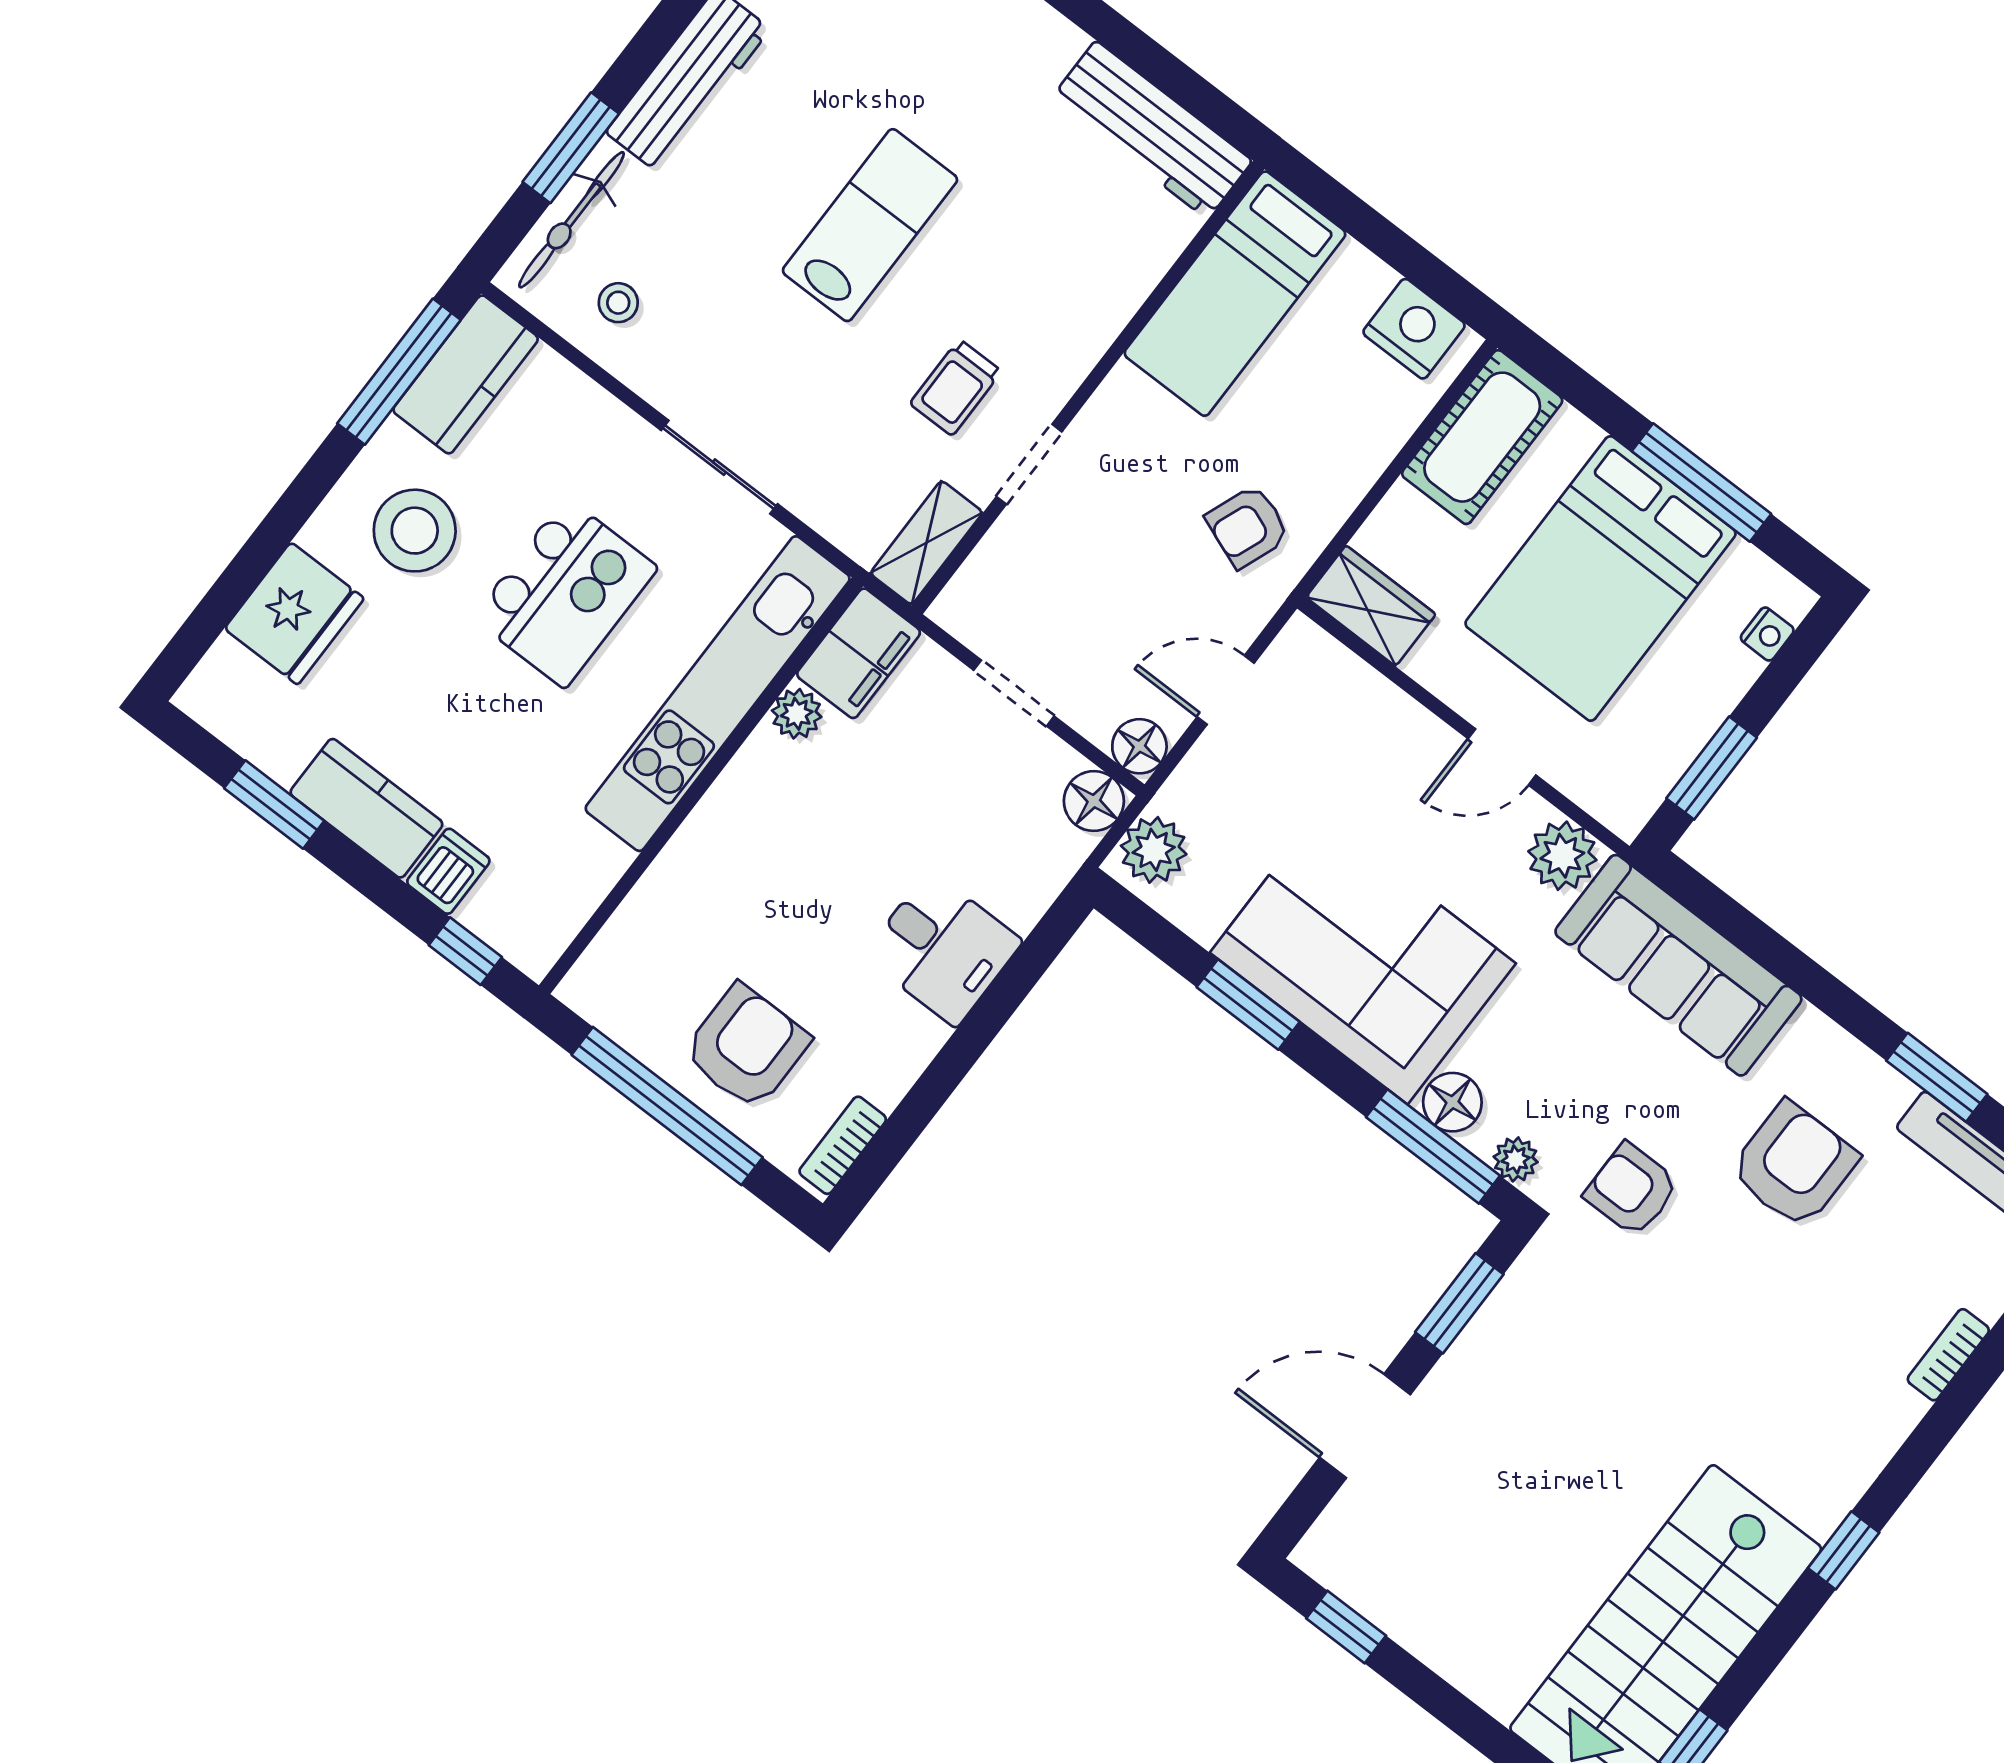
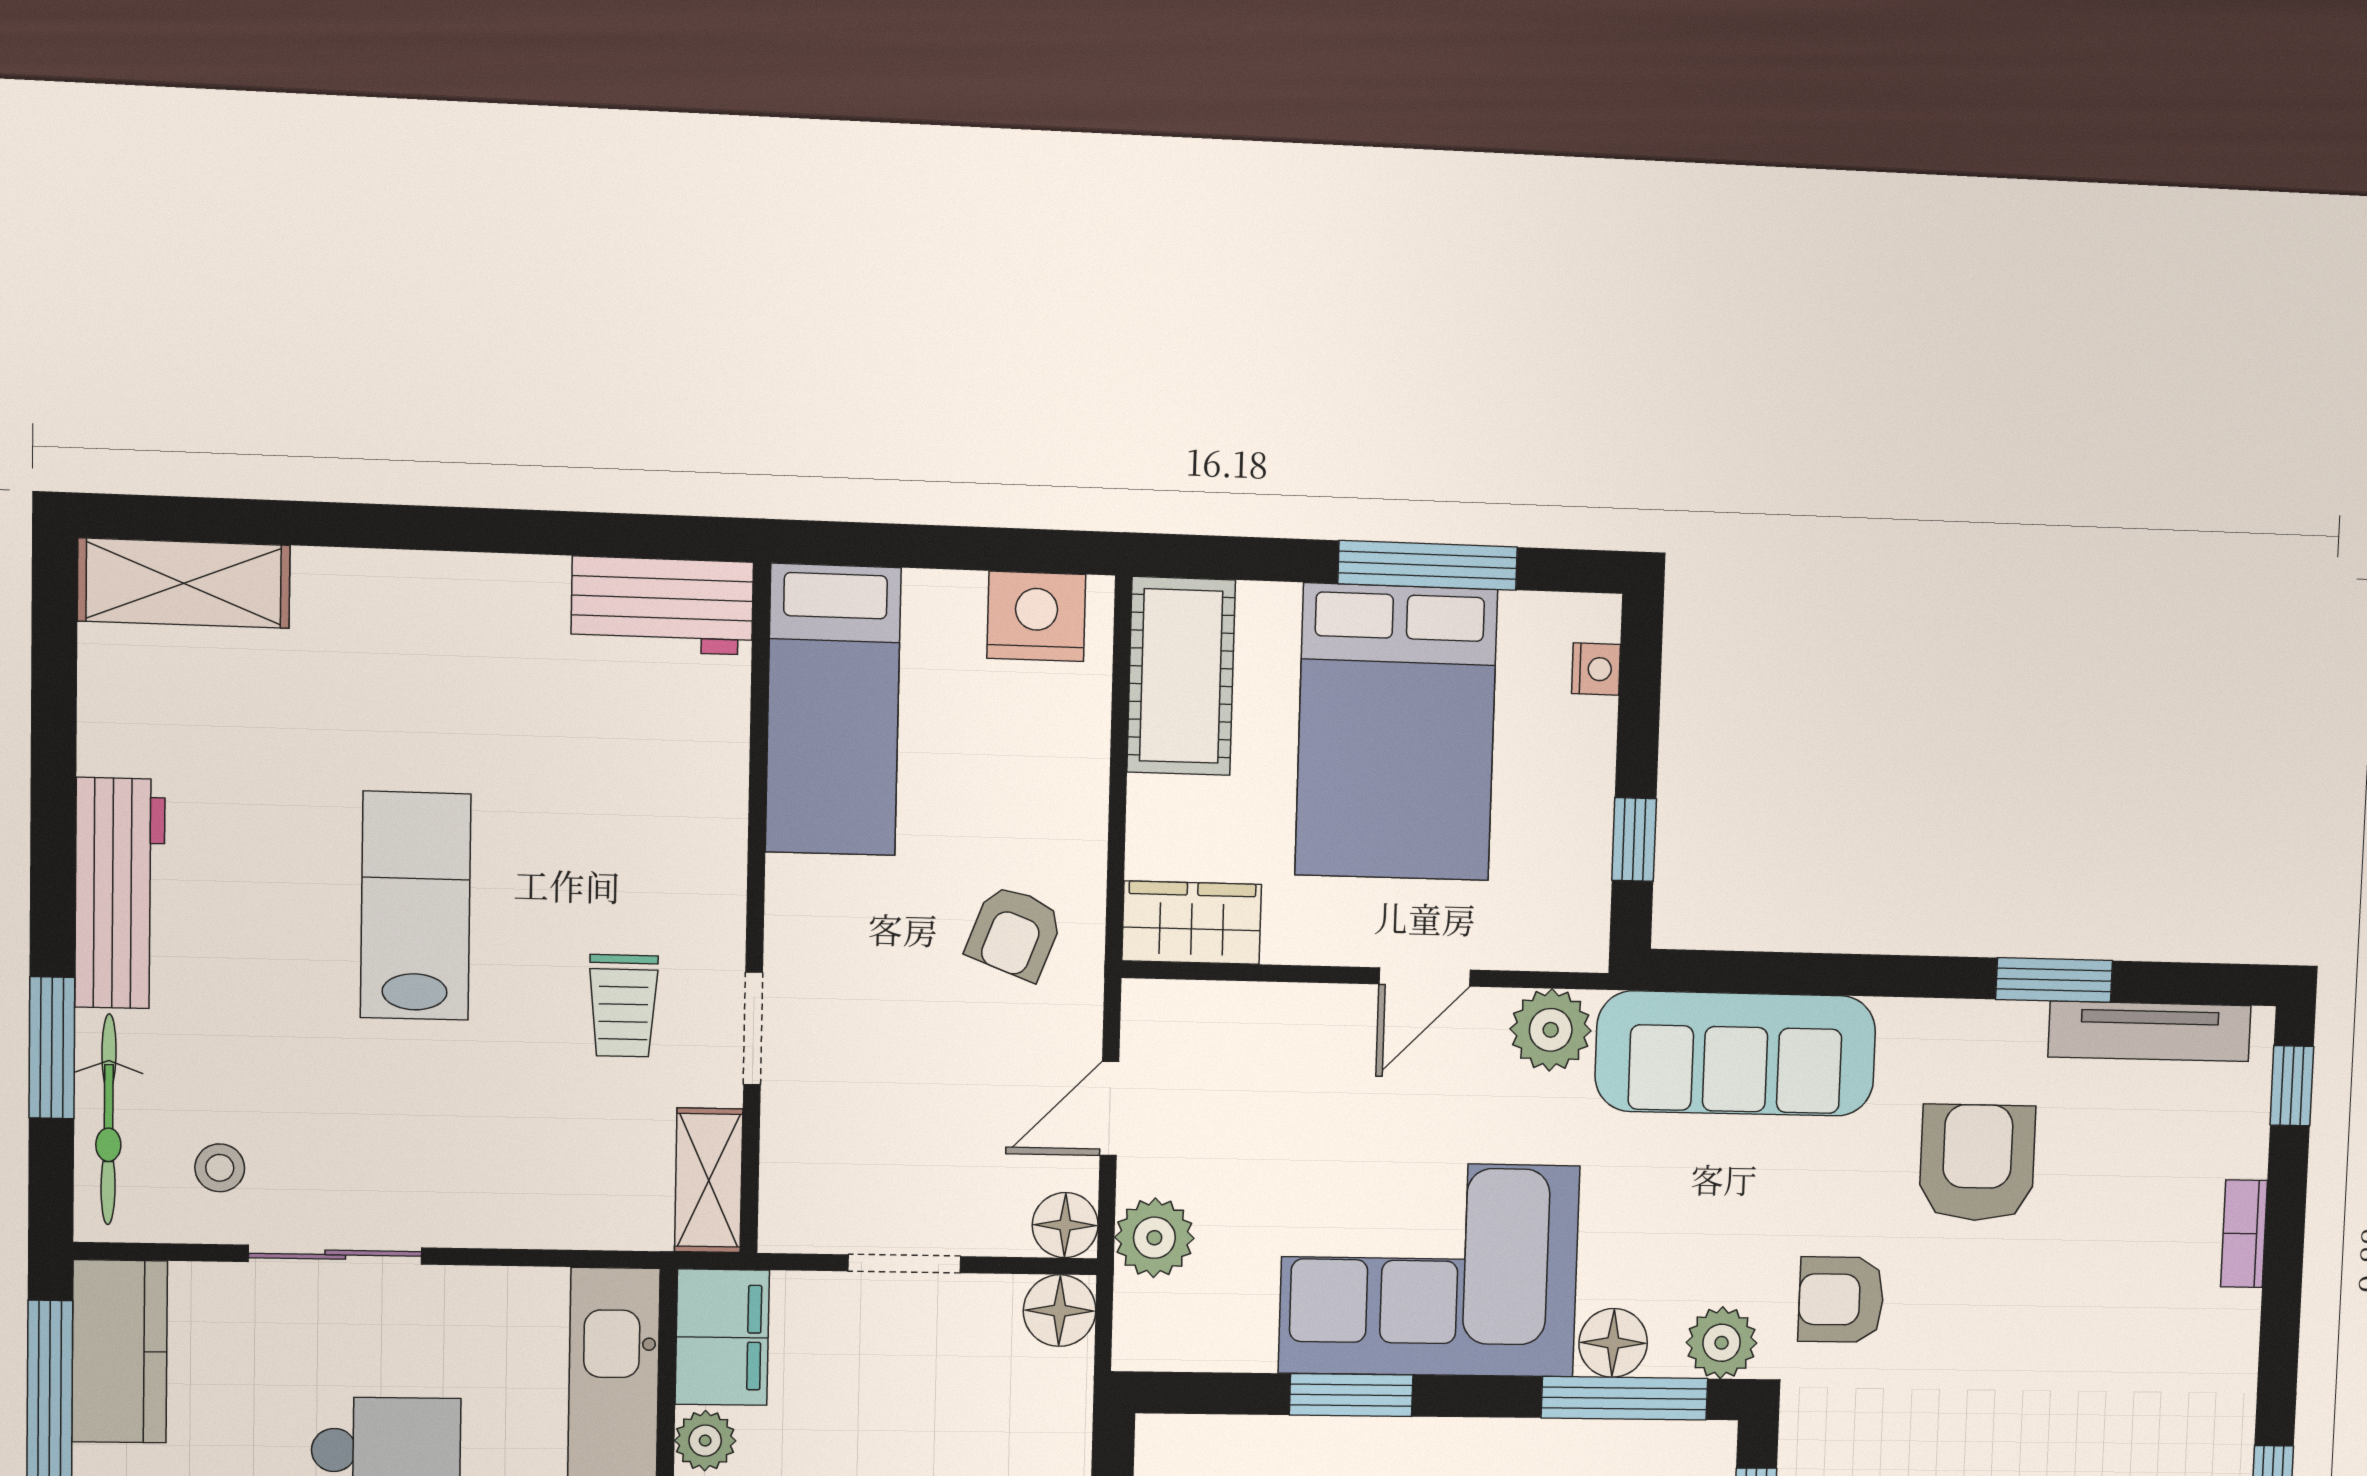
workbench: (1152, 130) -> (662, 606), width x0.73
sliding door: (719, 467) -> (335, 1255), moved
window: (1712, 768) -> (1634, 839), width x0.67
plant: (1154, 850) -> (1154, 1238), moved
plant: (1516, 1159) -> (1722, 1343), width x1.38, depth x1.38

